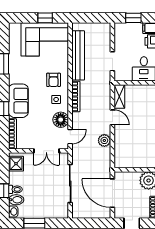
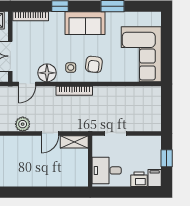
window: (45, 18) -> (167, 55), removed
bench: (78, 55) -> (123, 93), removed
armchair: (54, 80) -> (94, 64), turned -83
sofa: (18, 101) -> (85, 23), moved
door: (70, 137) -> (27, 84), hinge flipped

